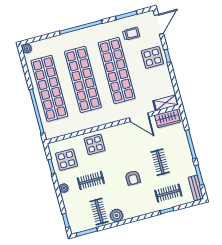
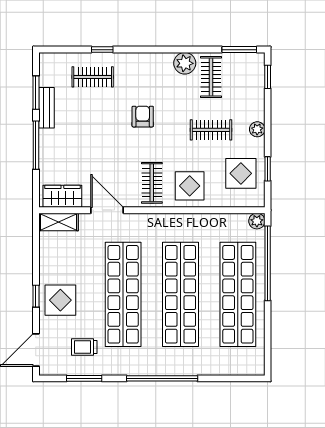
plant: (27, 48) -> (257, 221), moved
clothes rail: (160, 162) -> (152, 183), moved
bench: (196, 188) -> (46, 108), moved

